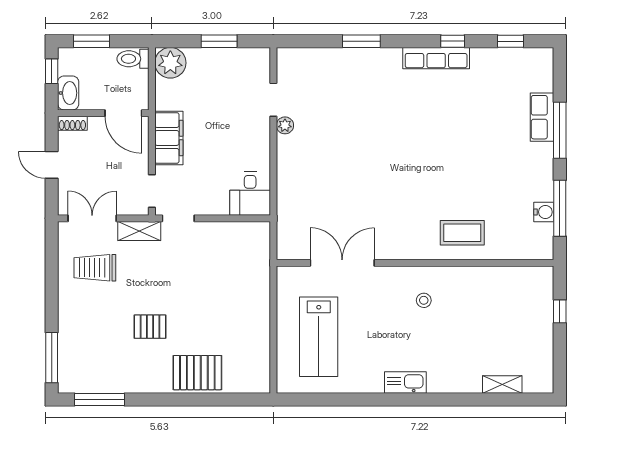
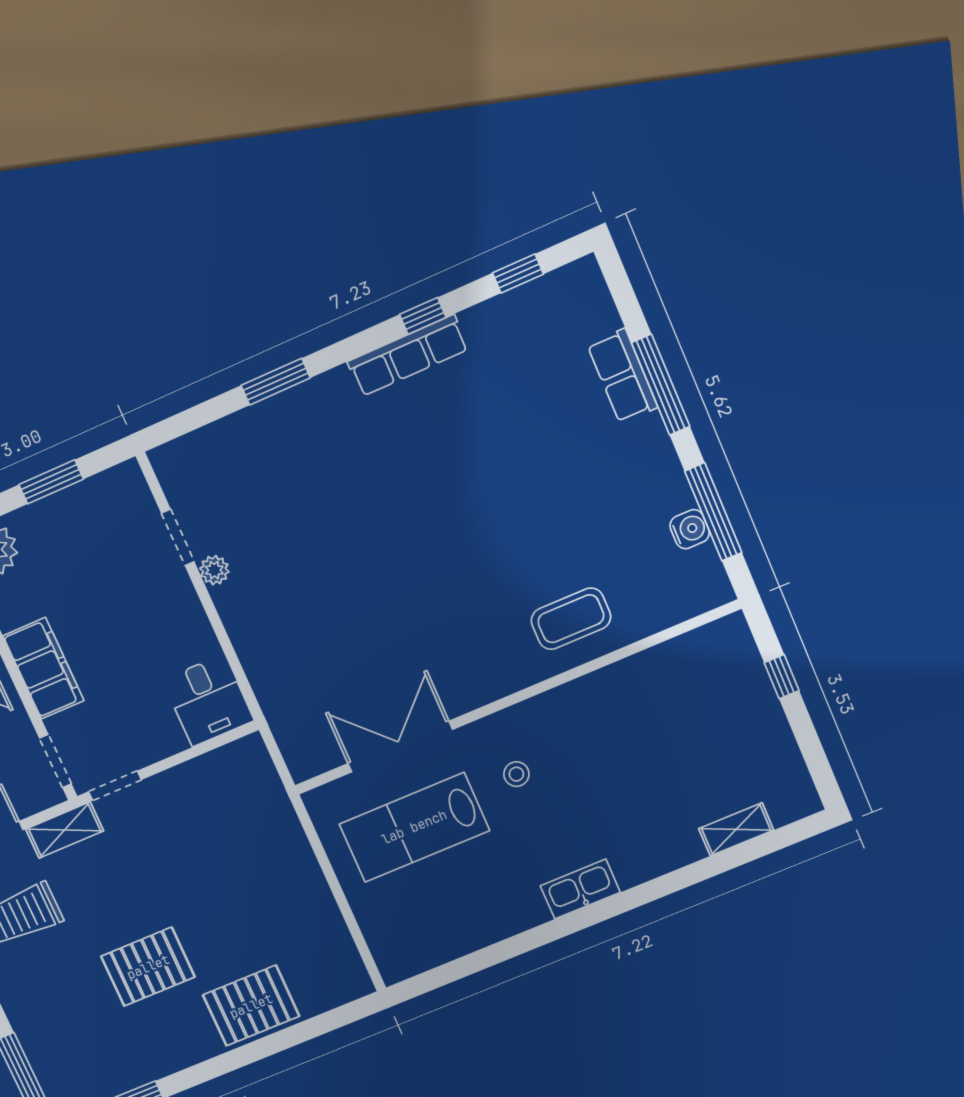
stool: (424, 300) -> (516, 774), moved
pallet: (150, 327) -> (148, 967), width x1.50, depth x1.42
lab bench: (319, 337) -> (414, 827), moved, turned 90

